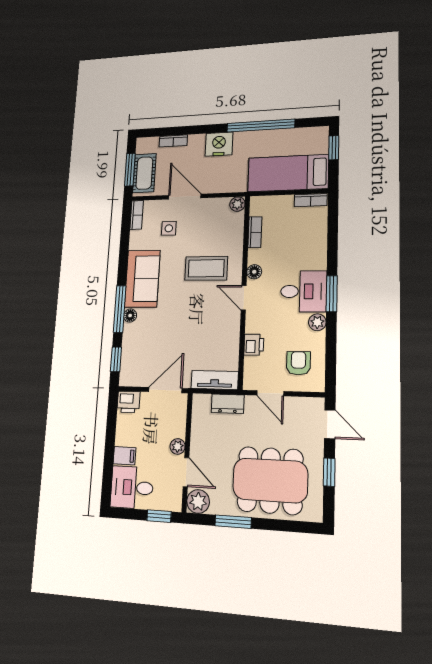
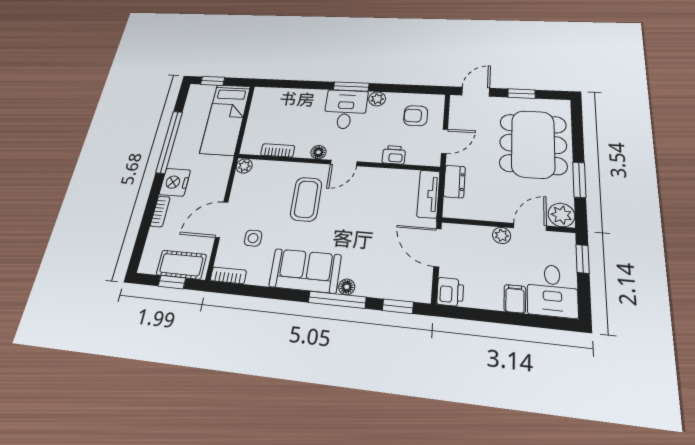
bookcase: (173, 141) -> (160, 212), moved
window: (130, 170) -> (172, 282), width x0.67
bookcase: (311, 200) -> (257, 101), removed

